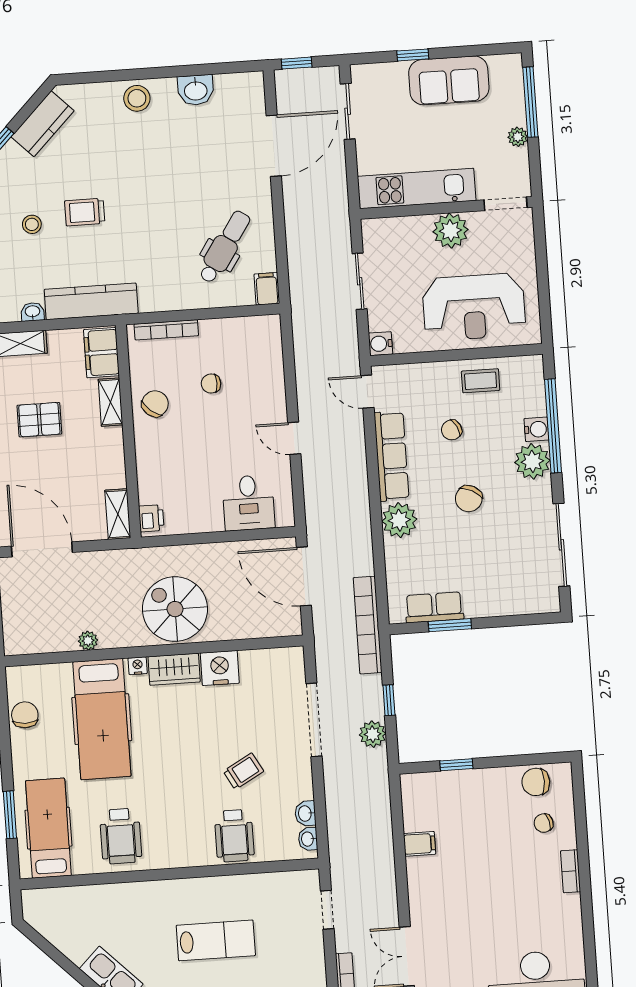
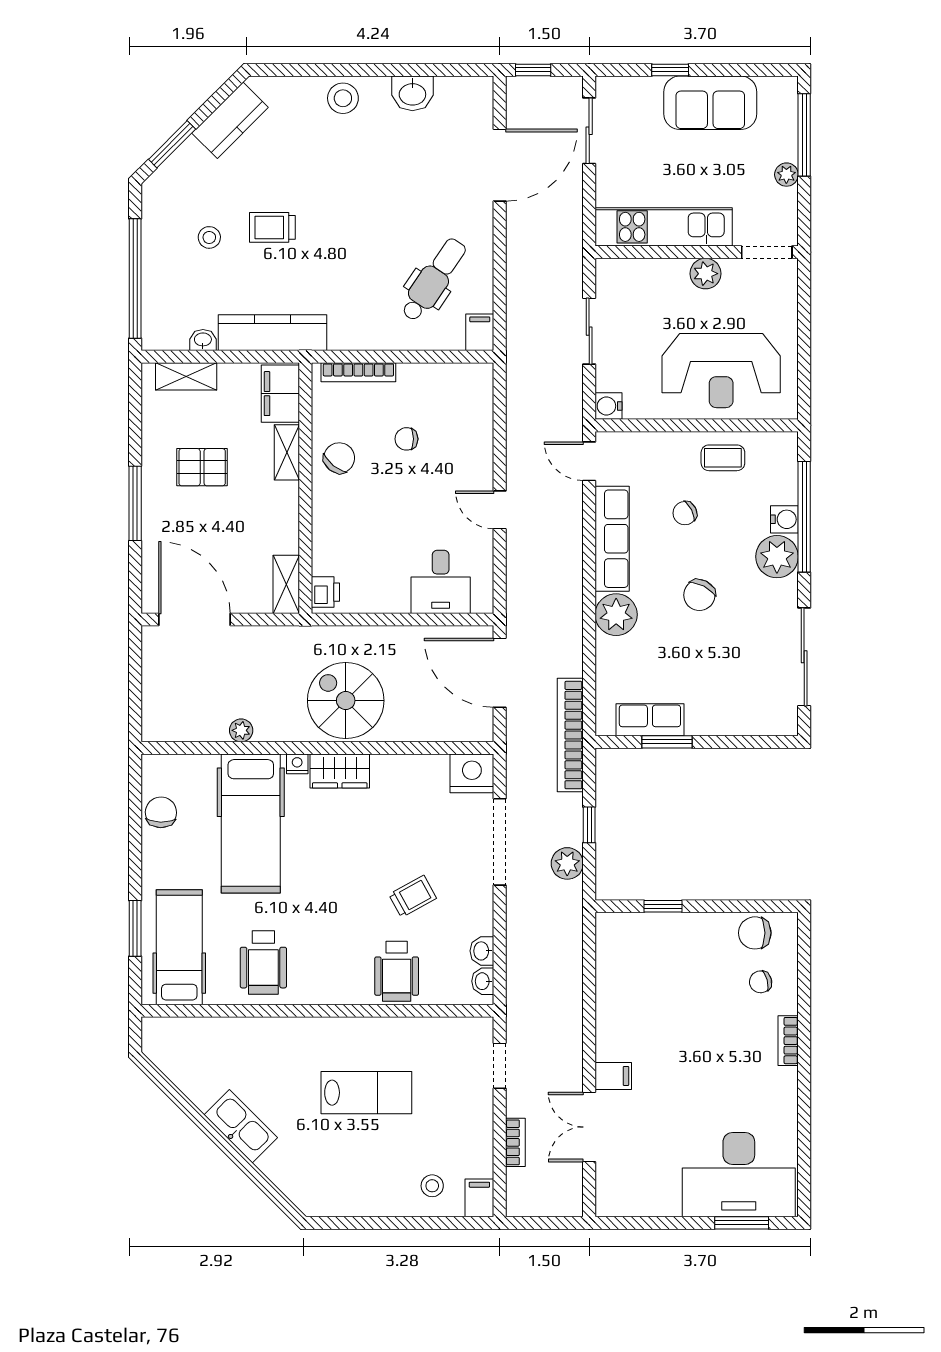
plant: (450, 231) -> (705, 274), width x0.73, depth x0.73
nightstand: (220, 668) -> (472, 773), moved
filing cabinet: (420, 844) -> (613, 1076), moved

